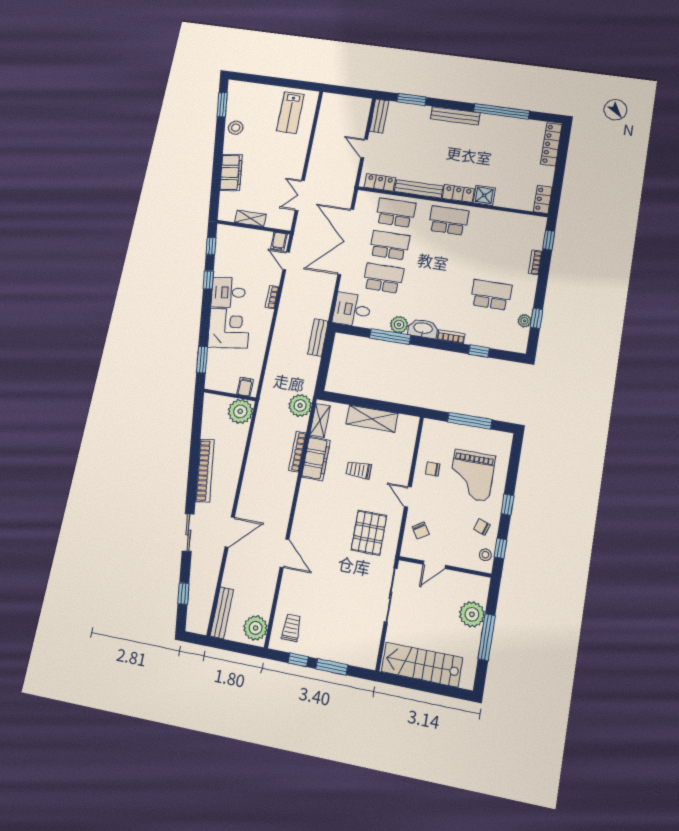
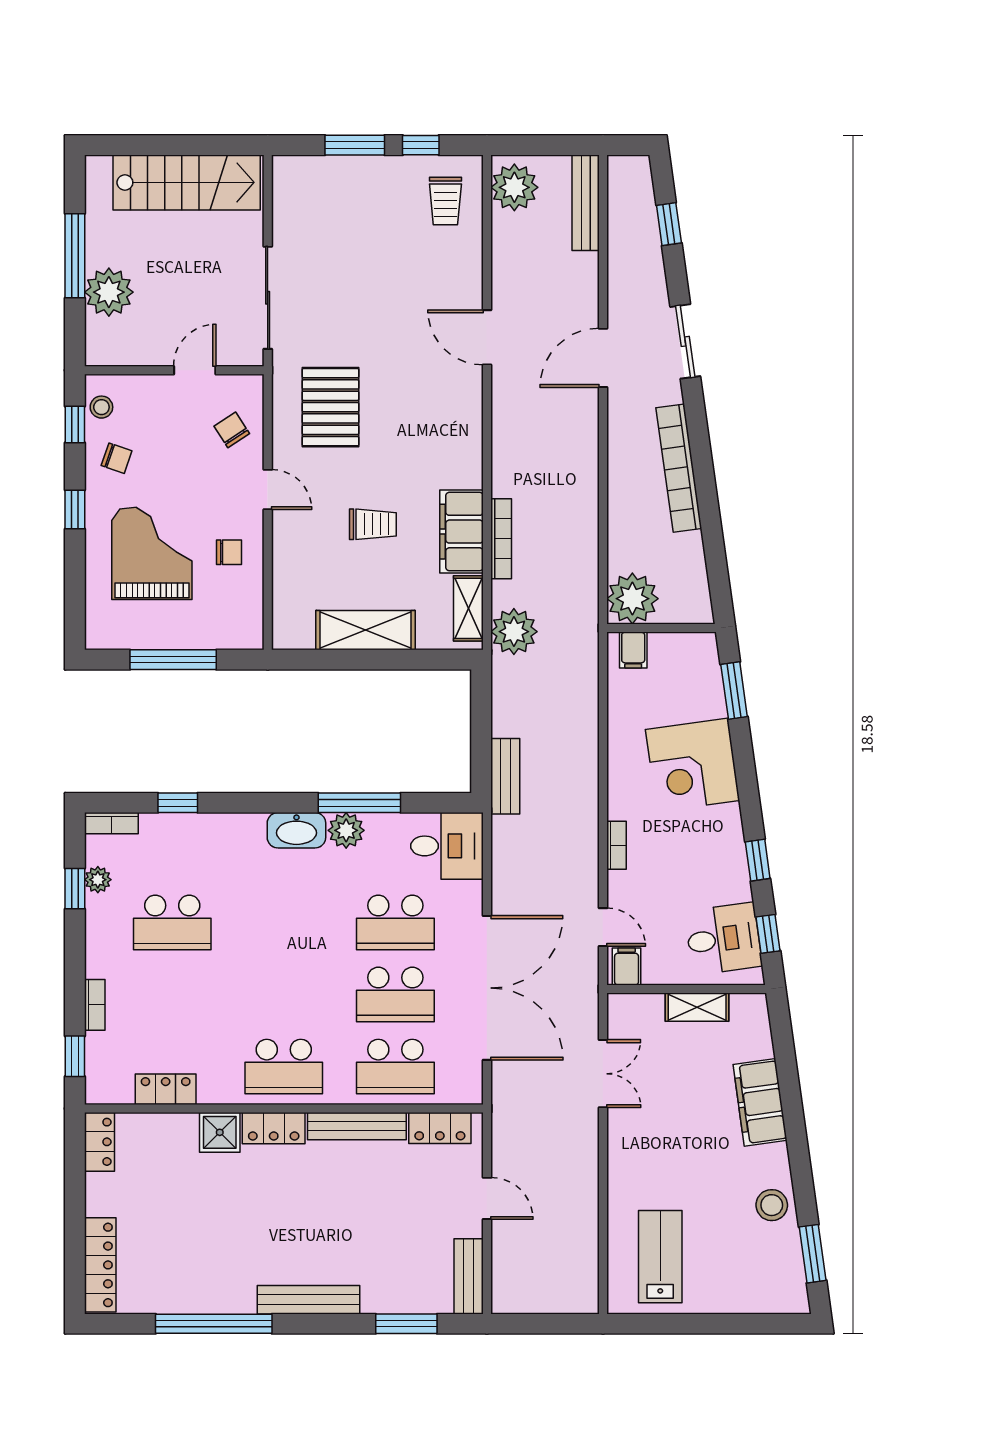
locker: (507, 219) -> (166, 1089), added
desk: (228, 292) -> (723, 939), moved
bookcase: (451, 337) -> (111, 823), moved

